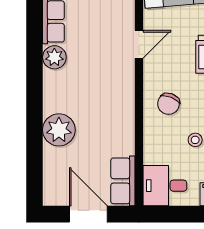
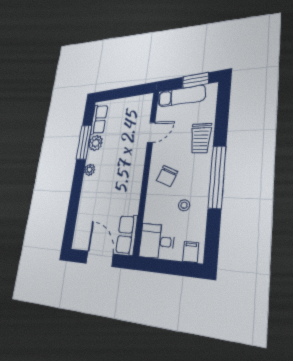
window: (35, 56) -> (84, 142), added
plant: (59, 130) -> (90, 170), moved, width x0.53, depth x0.53

